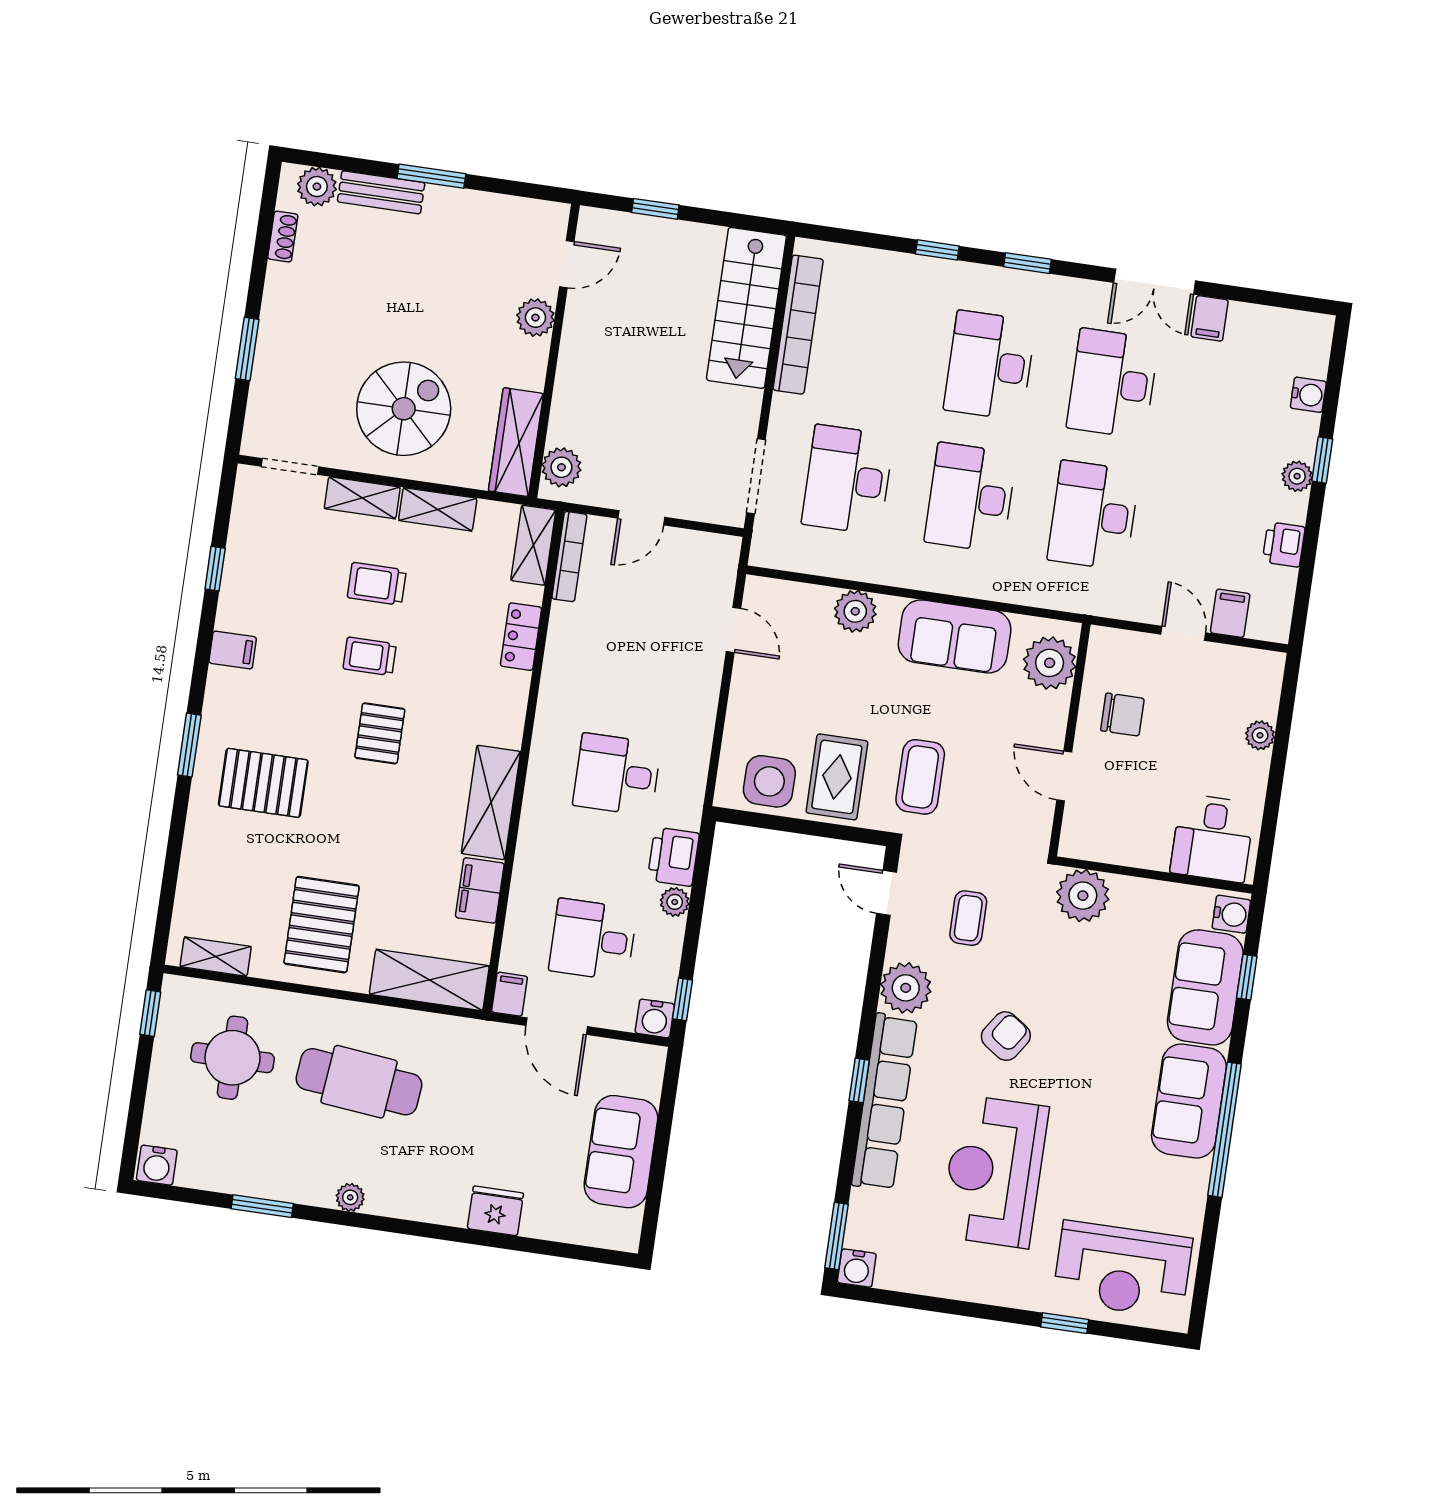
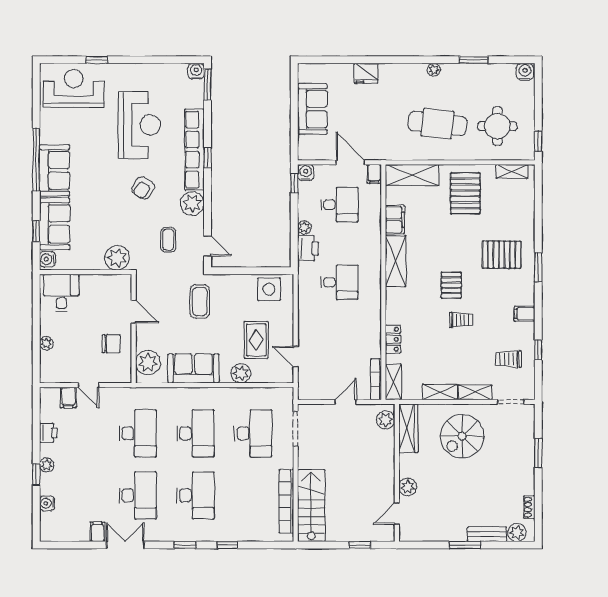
trolley: (377, 584) -> (508, 359), moved, turned 180
chair: (1122, 715) -> (111, 344), turned 180
rug: (837, 777) -> (256, 340), moved

